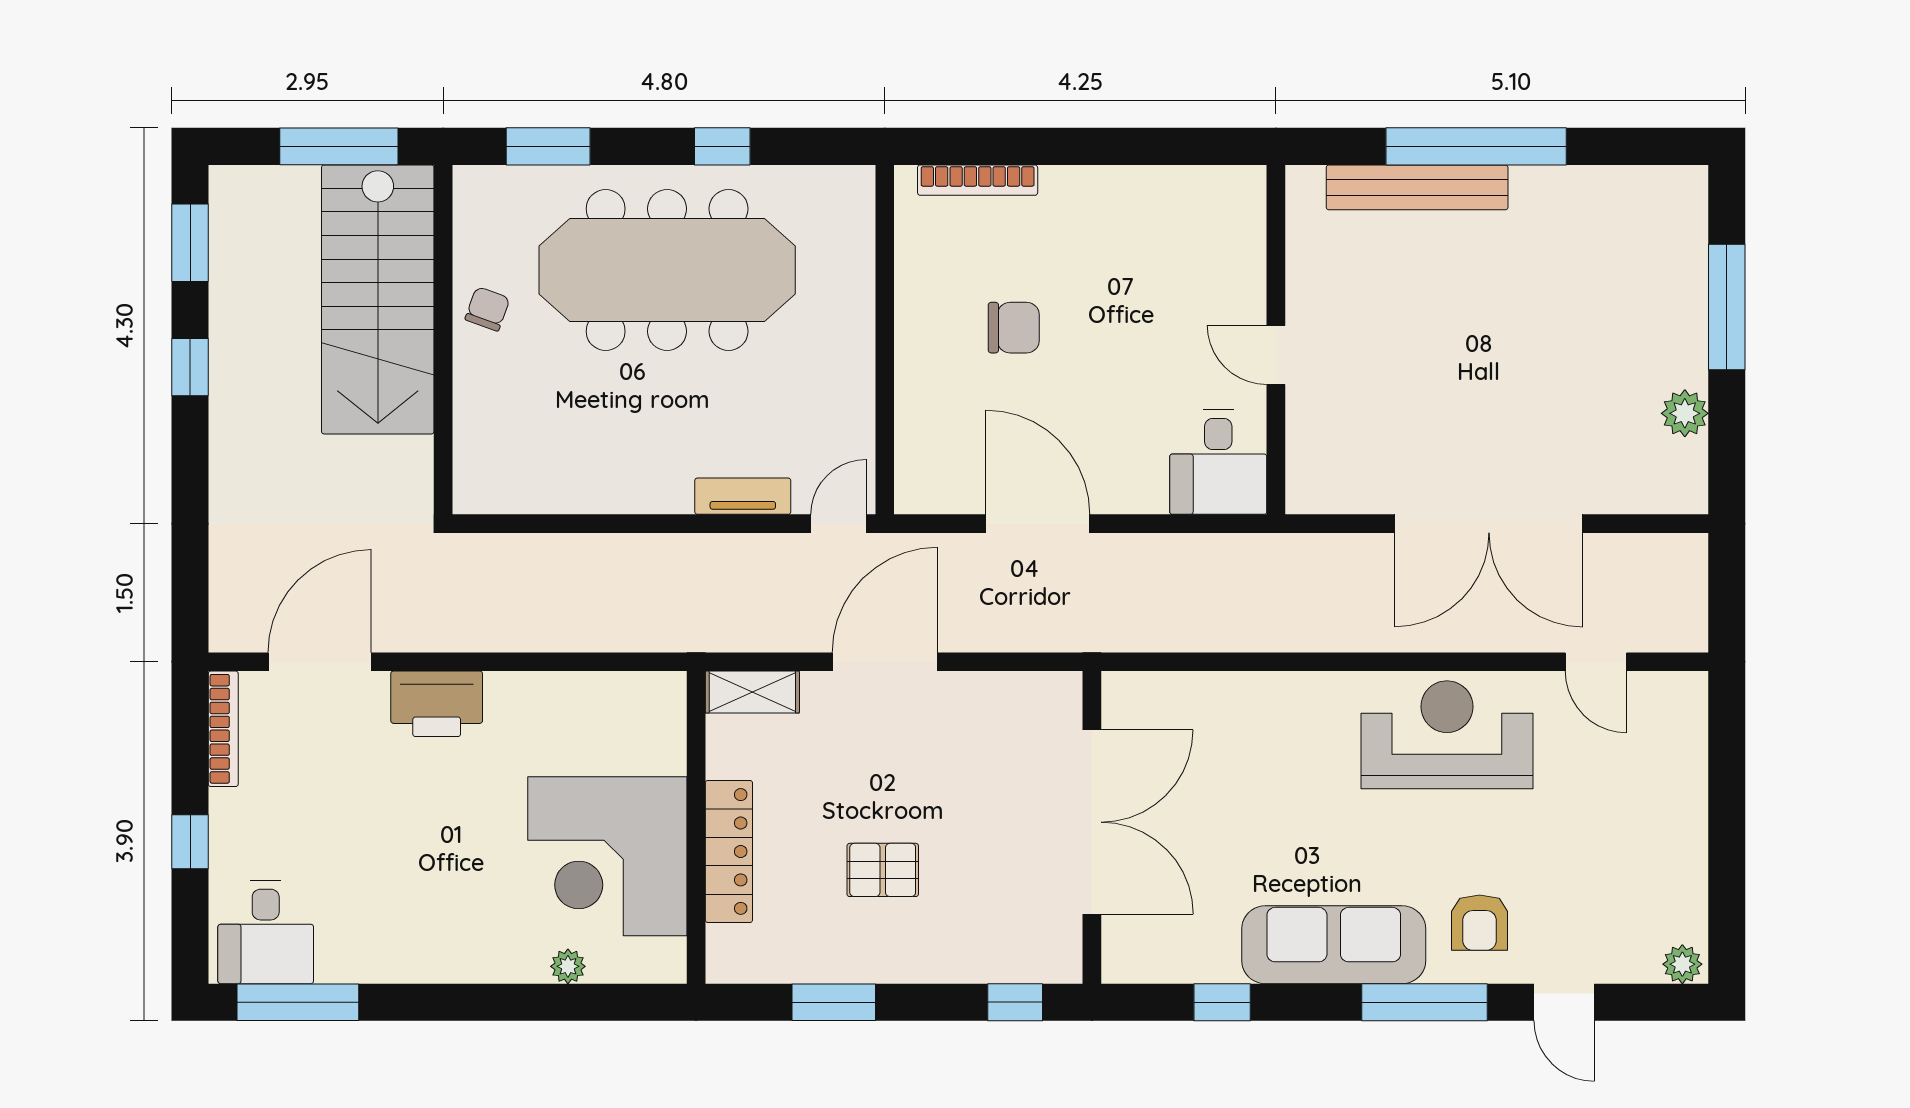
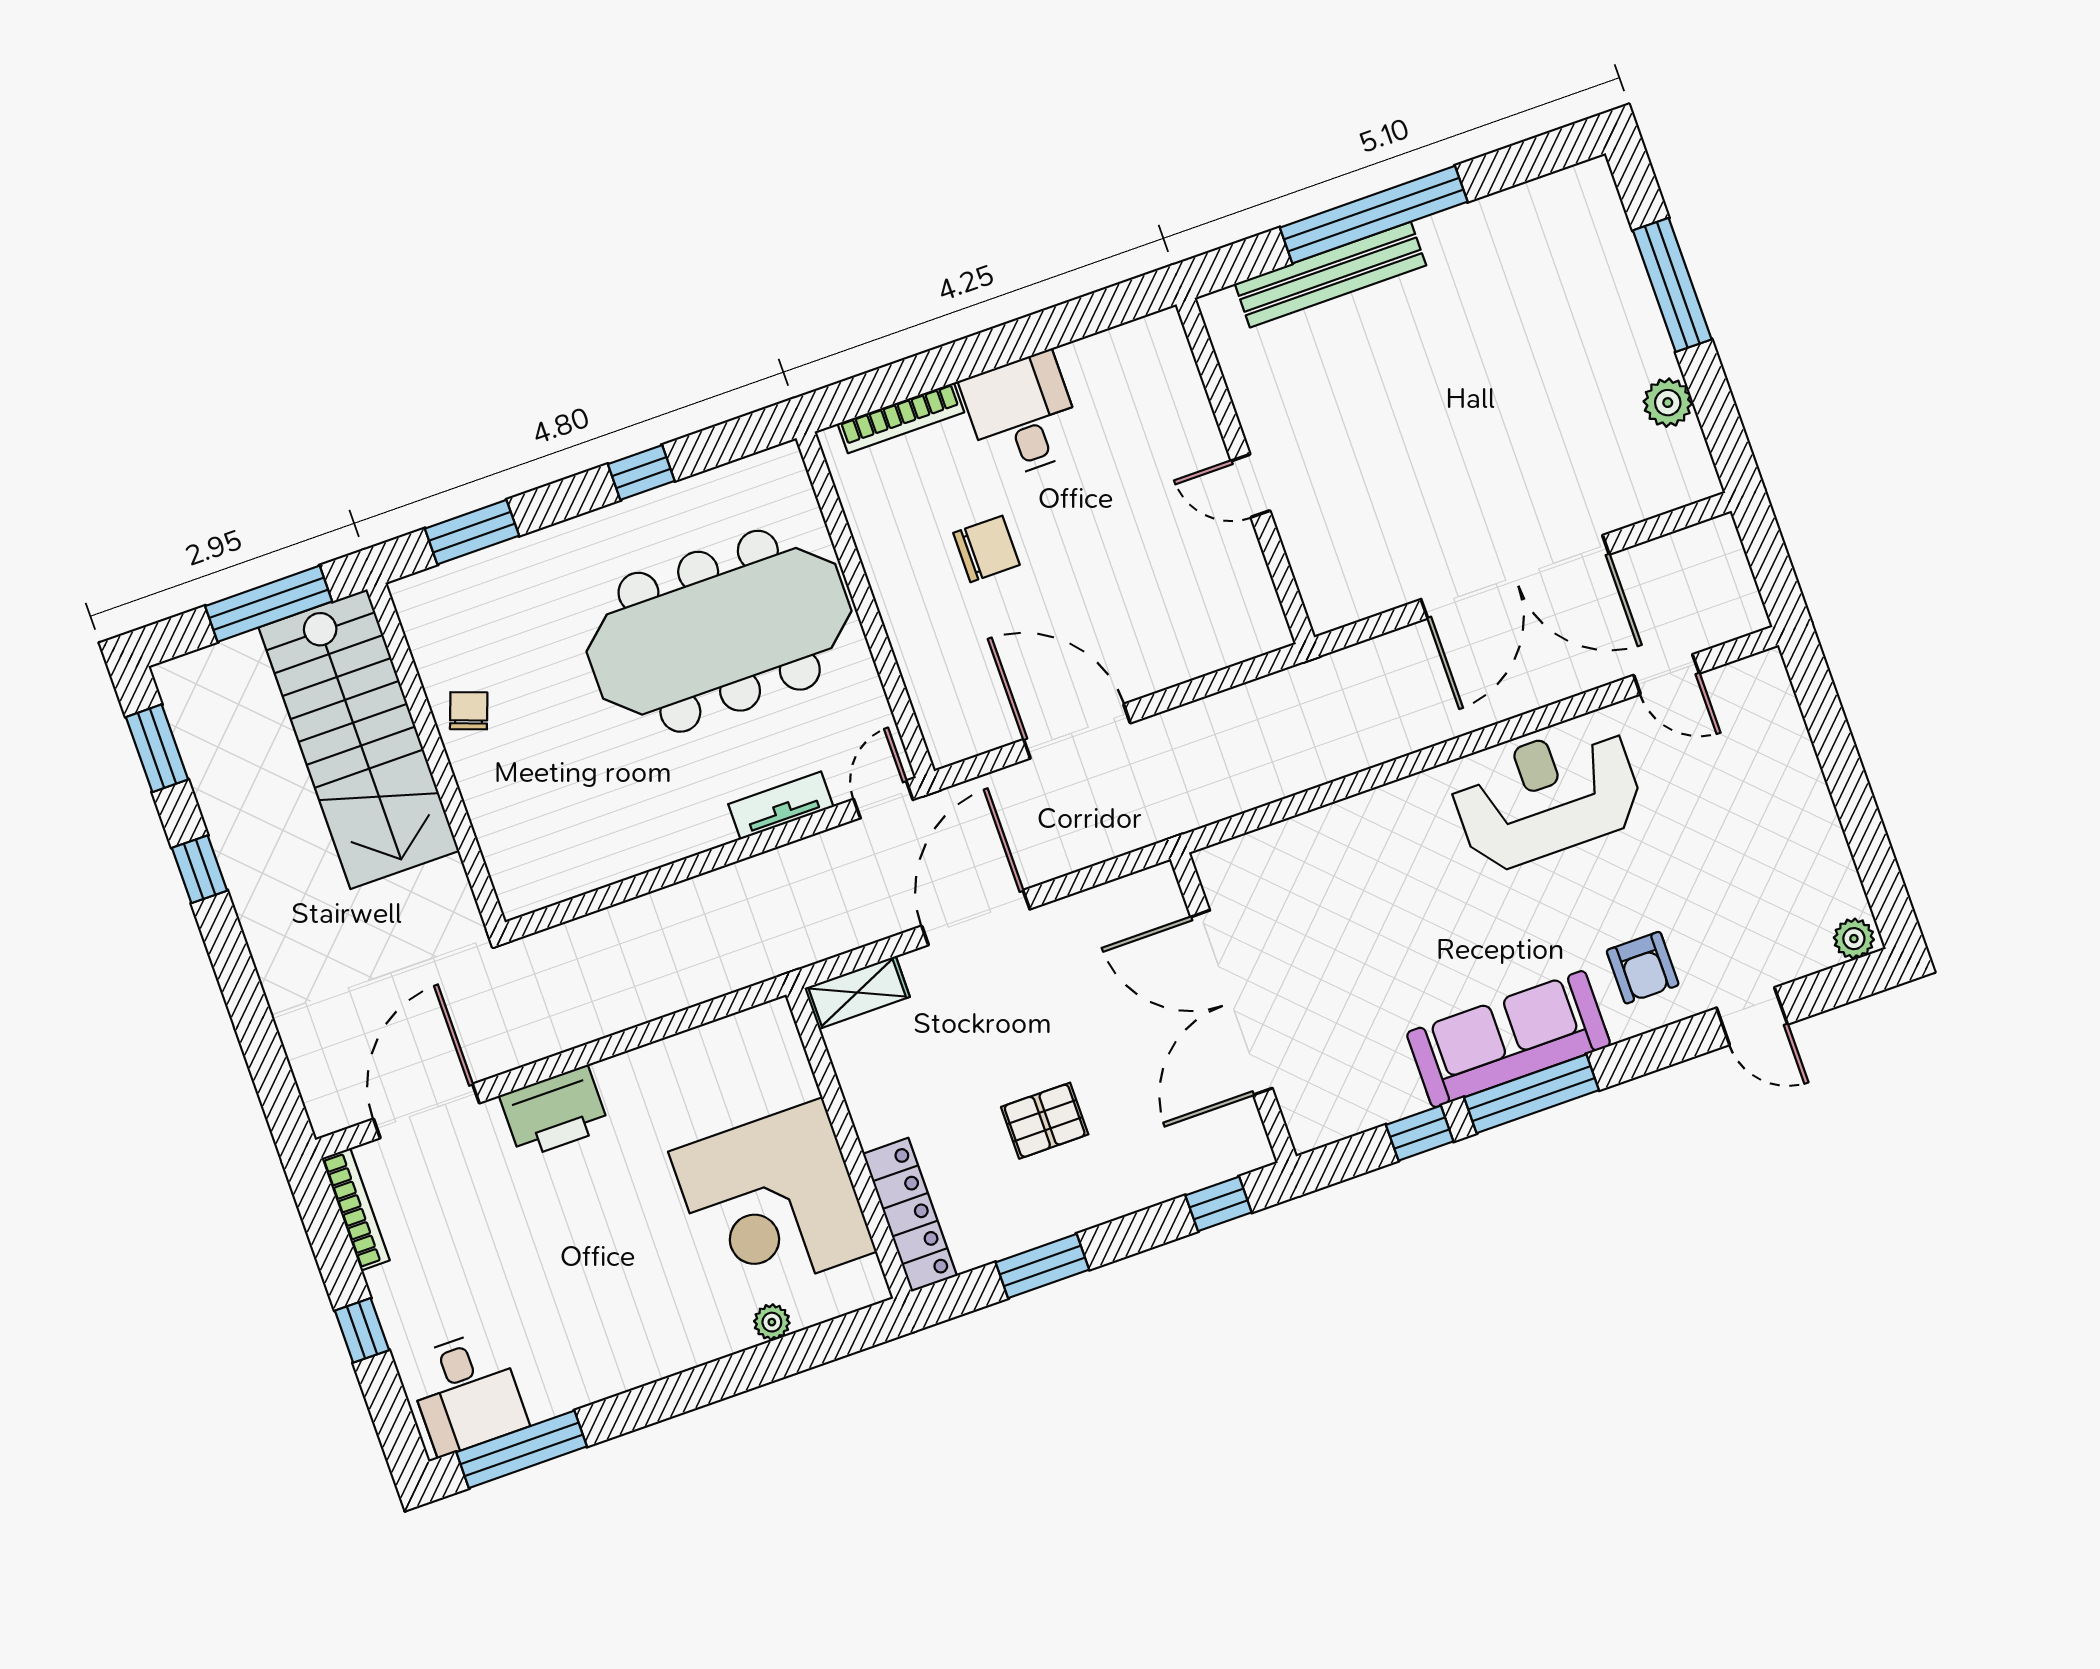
meeting table: (667, 270) -> (719, 631), moved
desk: (1218, 462) -> (1022, 415), moved, turned 180
double door: (1092, 822) -> (1232, 1003), swing flipped
locker: (729, 851) -> (910, 1215), moved
window: (1424, 1002) -> (1532, 1094), moved

